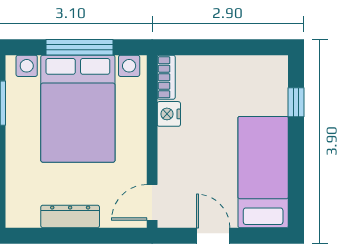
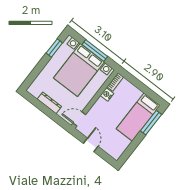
window: (296, 102) -> (151, 123), width x2.17
bed: (263, 172) -> (138, 117), moved, turned 180

